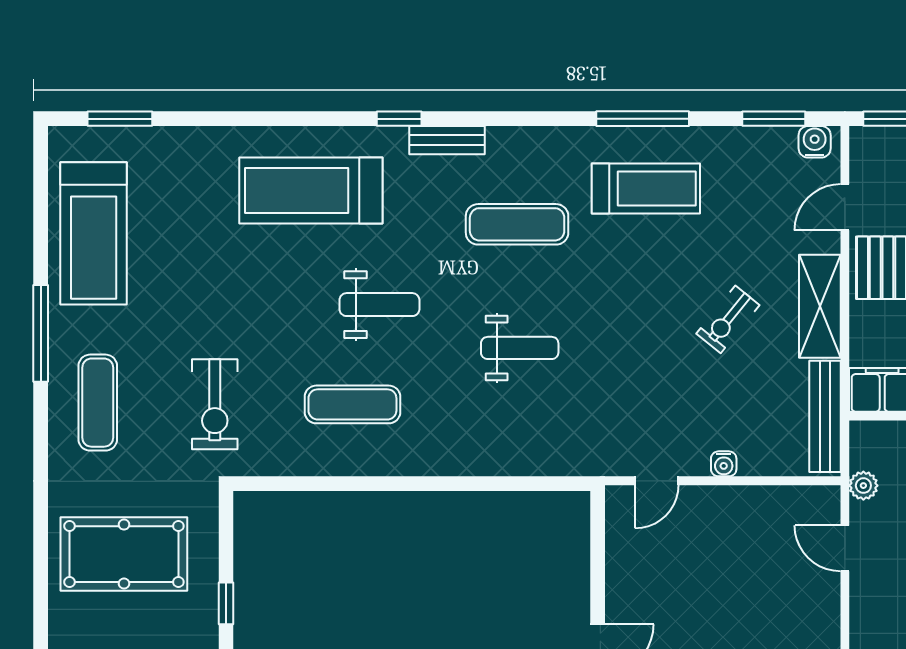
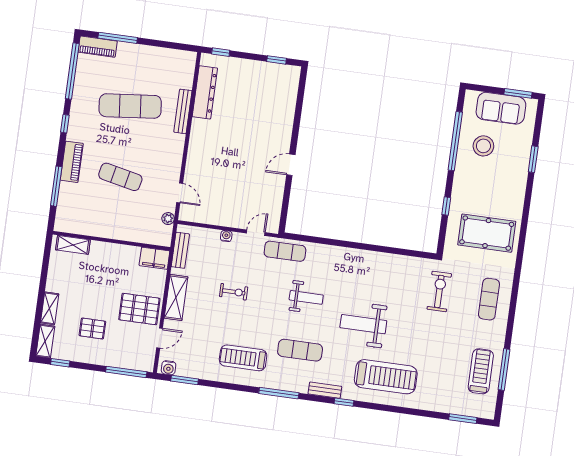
window: (643, 119) -> (279, 393), moved
treadmill: (94, 233) -> (481, 371), width x0.73, depth x0.73
weight bench: (379, 305) -> (363, 324), width x1.36, depth x1.33
exercise bike: (728, 319) -> (234, 292), moved, turned 51
window: (41, 333) -> (504, 369), moved
weight bench: (520, 348) -> (306, 297), turned 180
exercise mat: (352, 404) -> (285, 251), moved
bench: (825, 416) -> (180, 250), width x0.73

